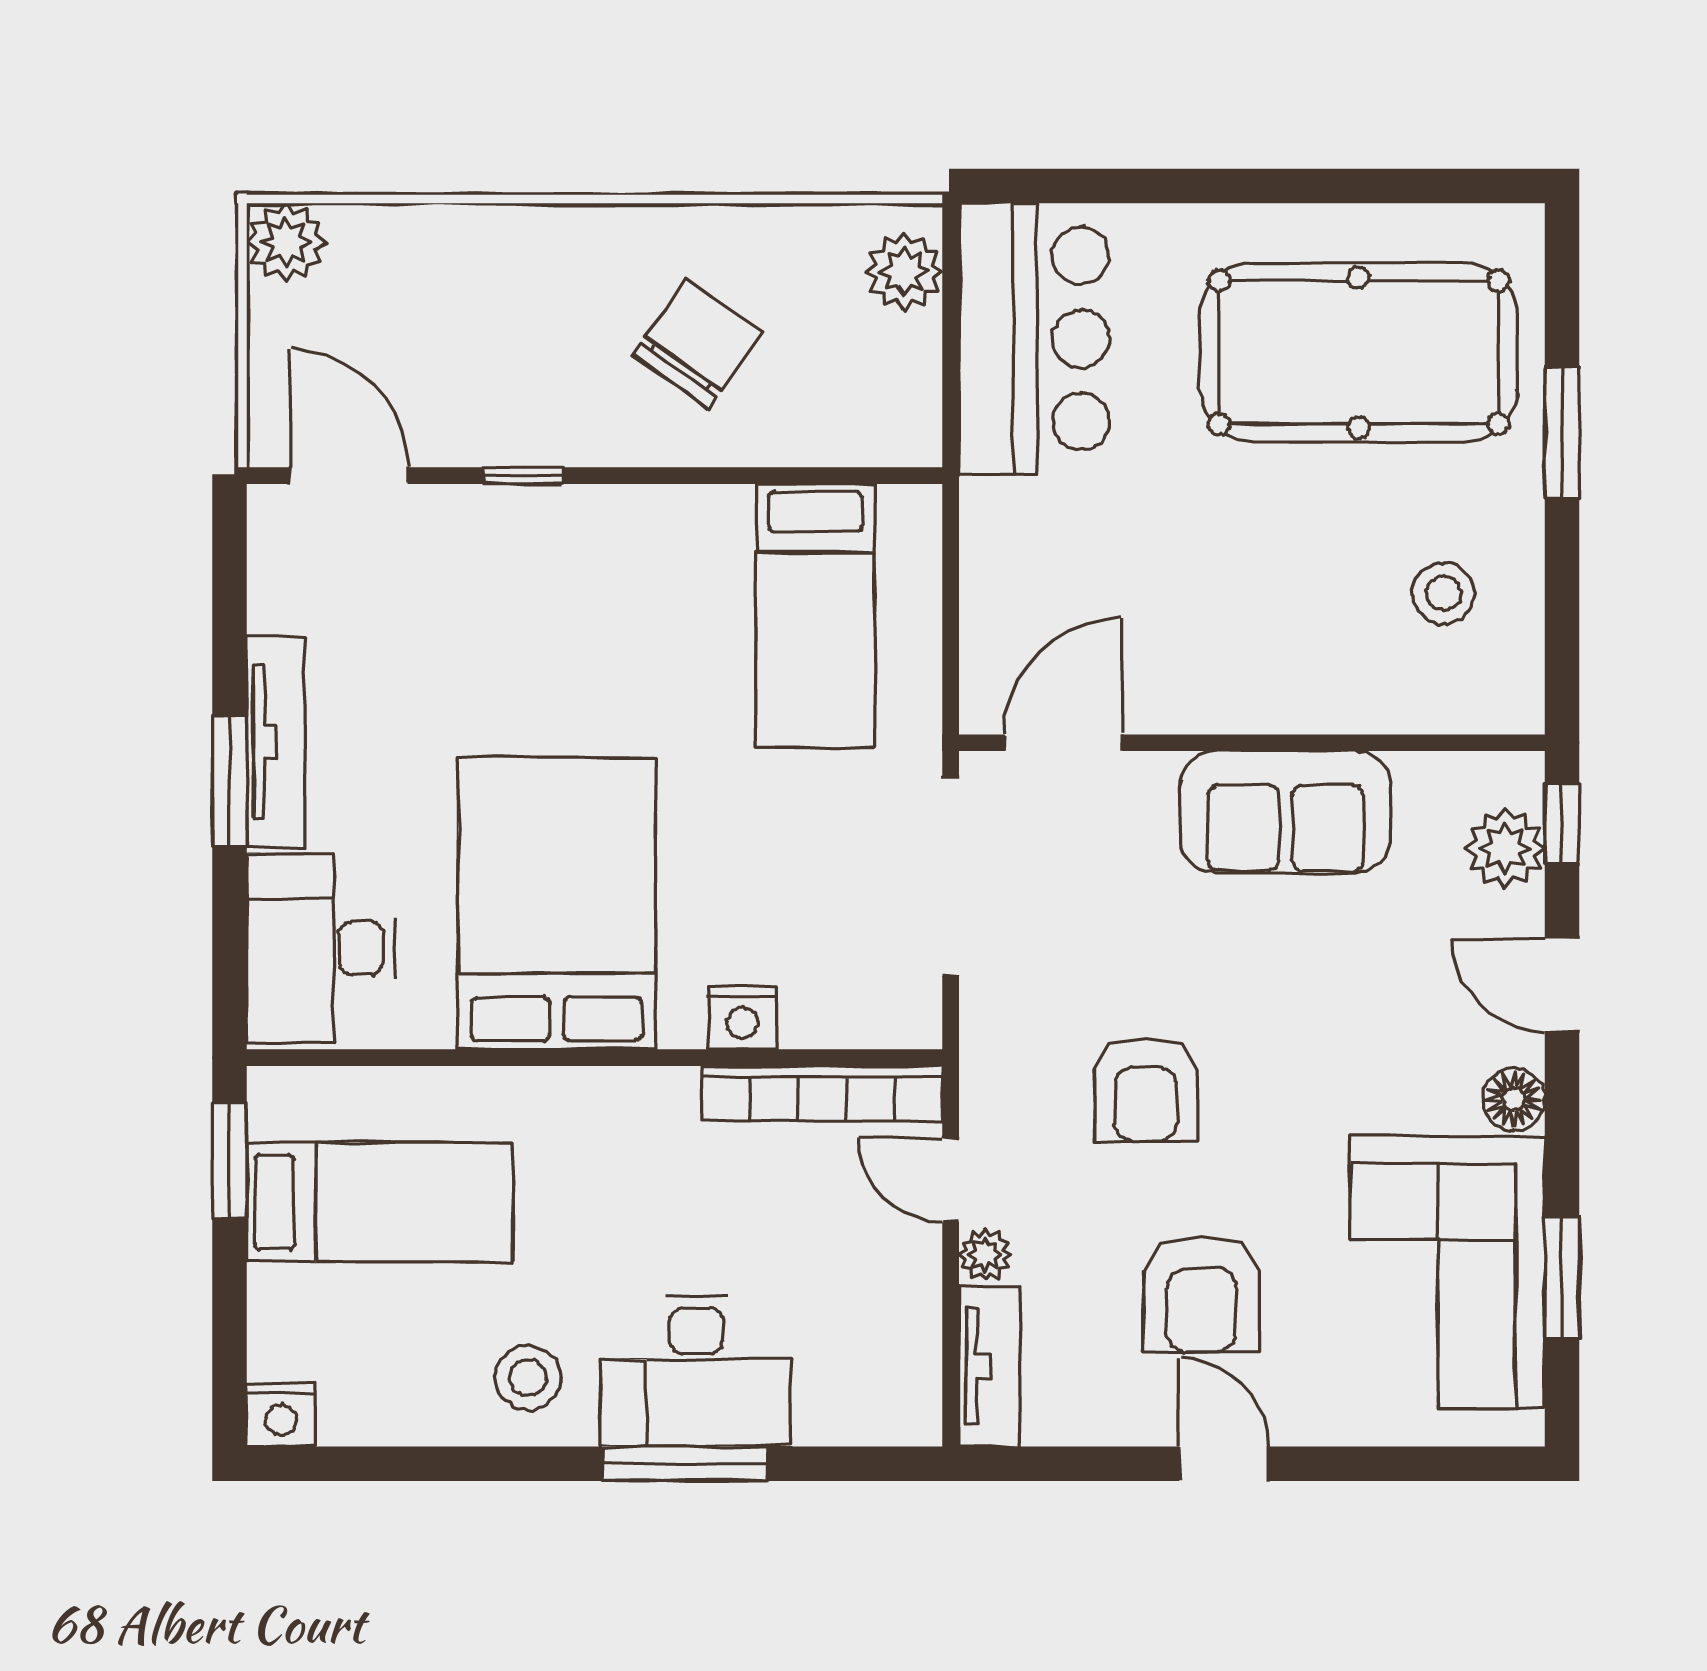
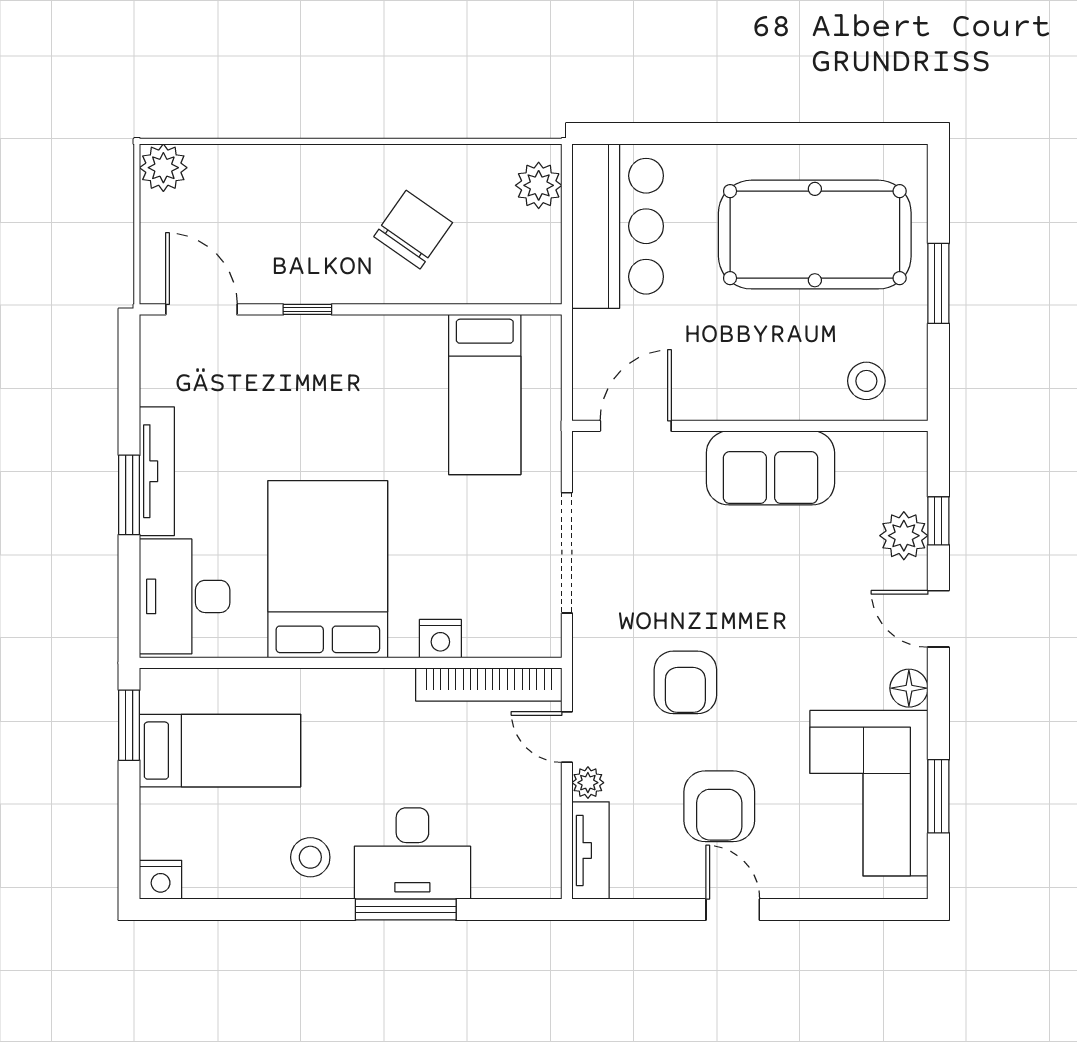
door: (1064, 743) -> (636, 426), moved
wall: (1252, 743) -> (750, 426), moved
sofa: (1286, 812) -> (770, 468), moved

